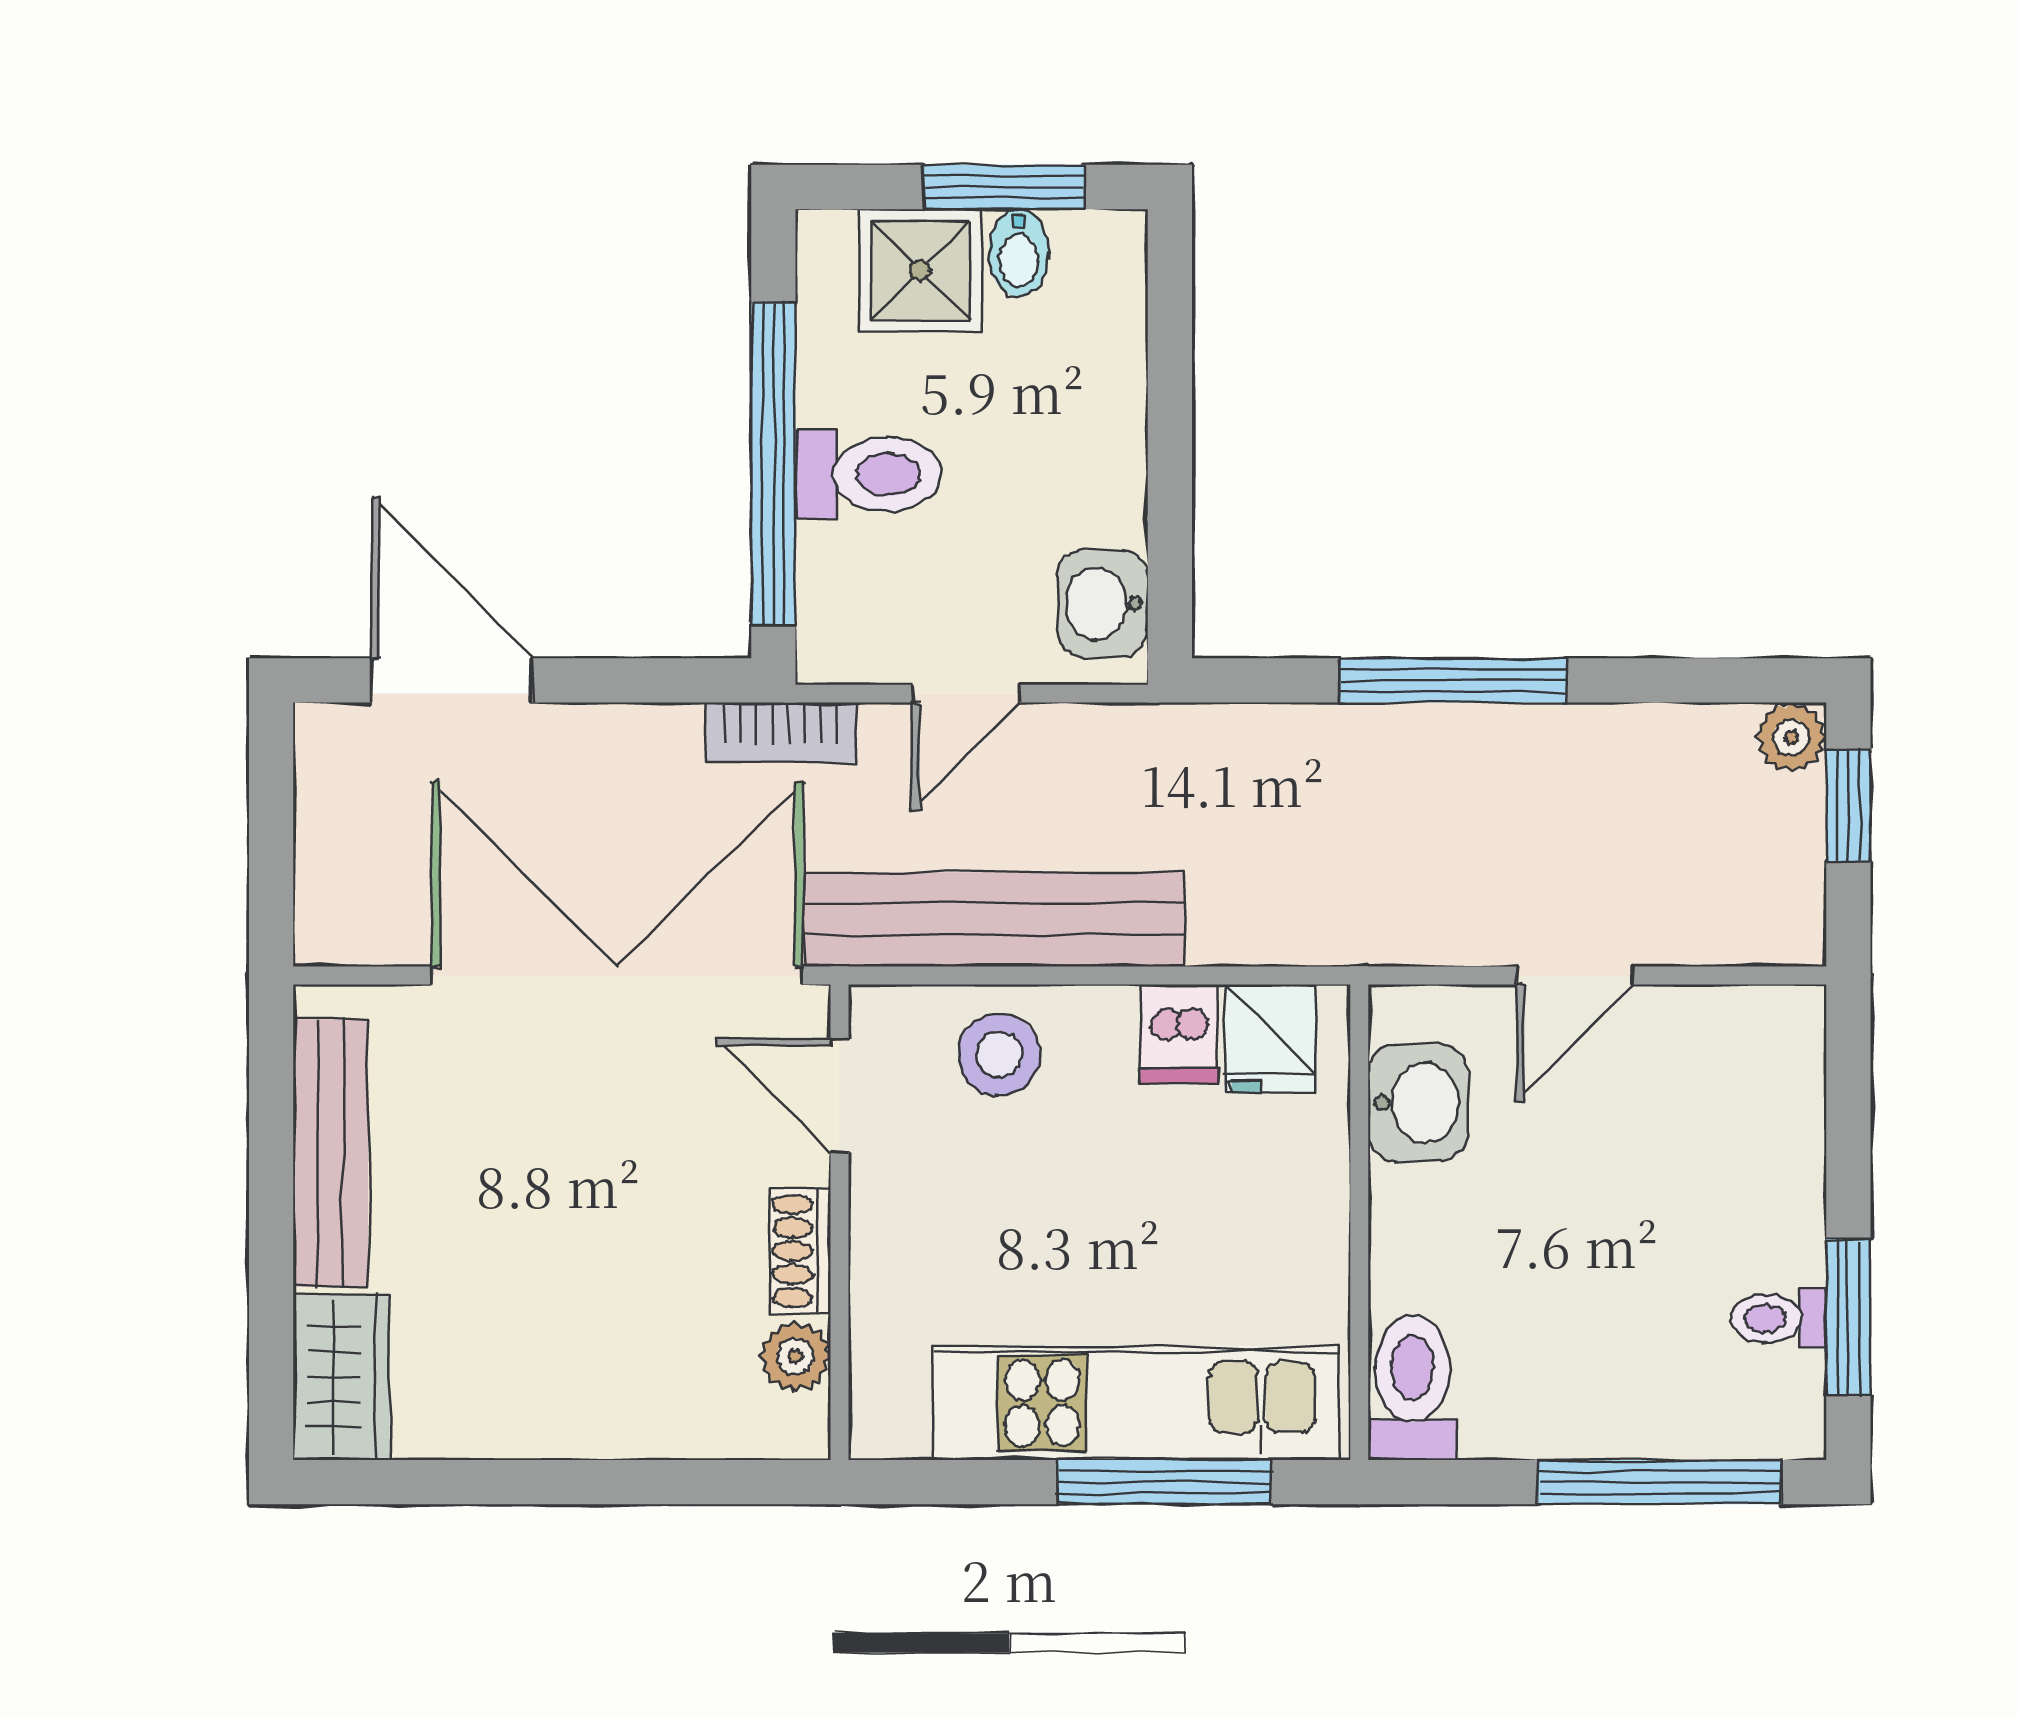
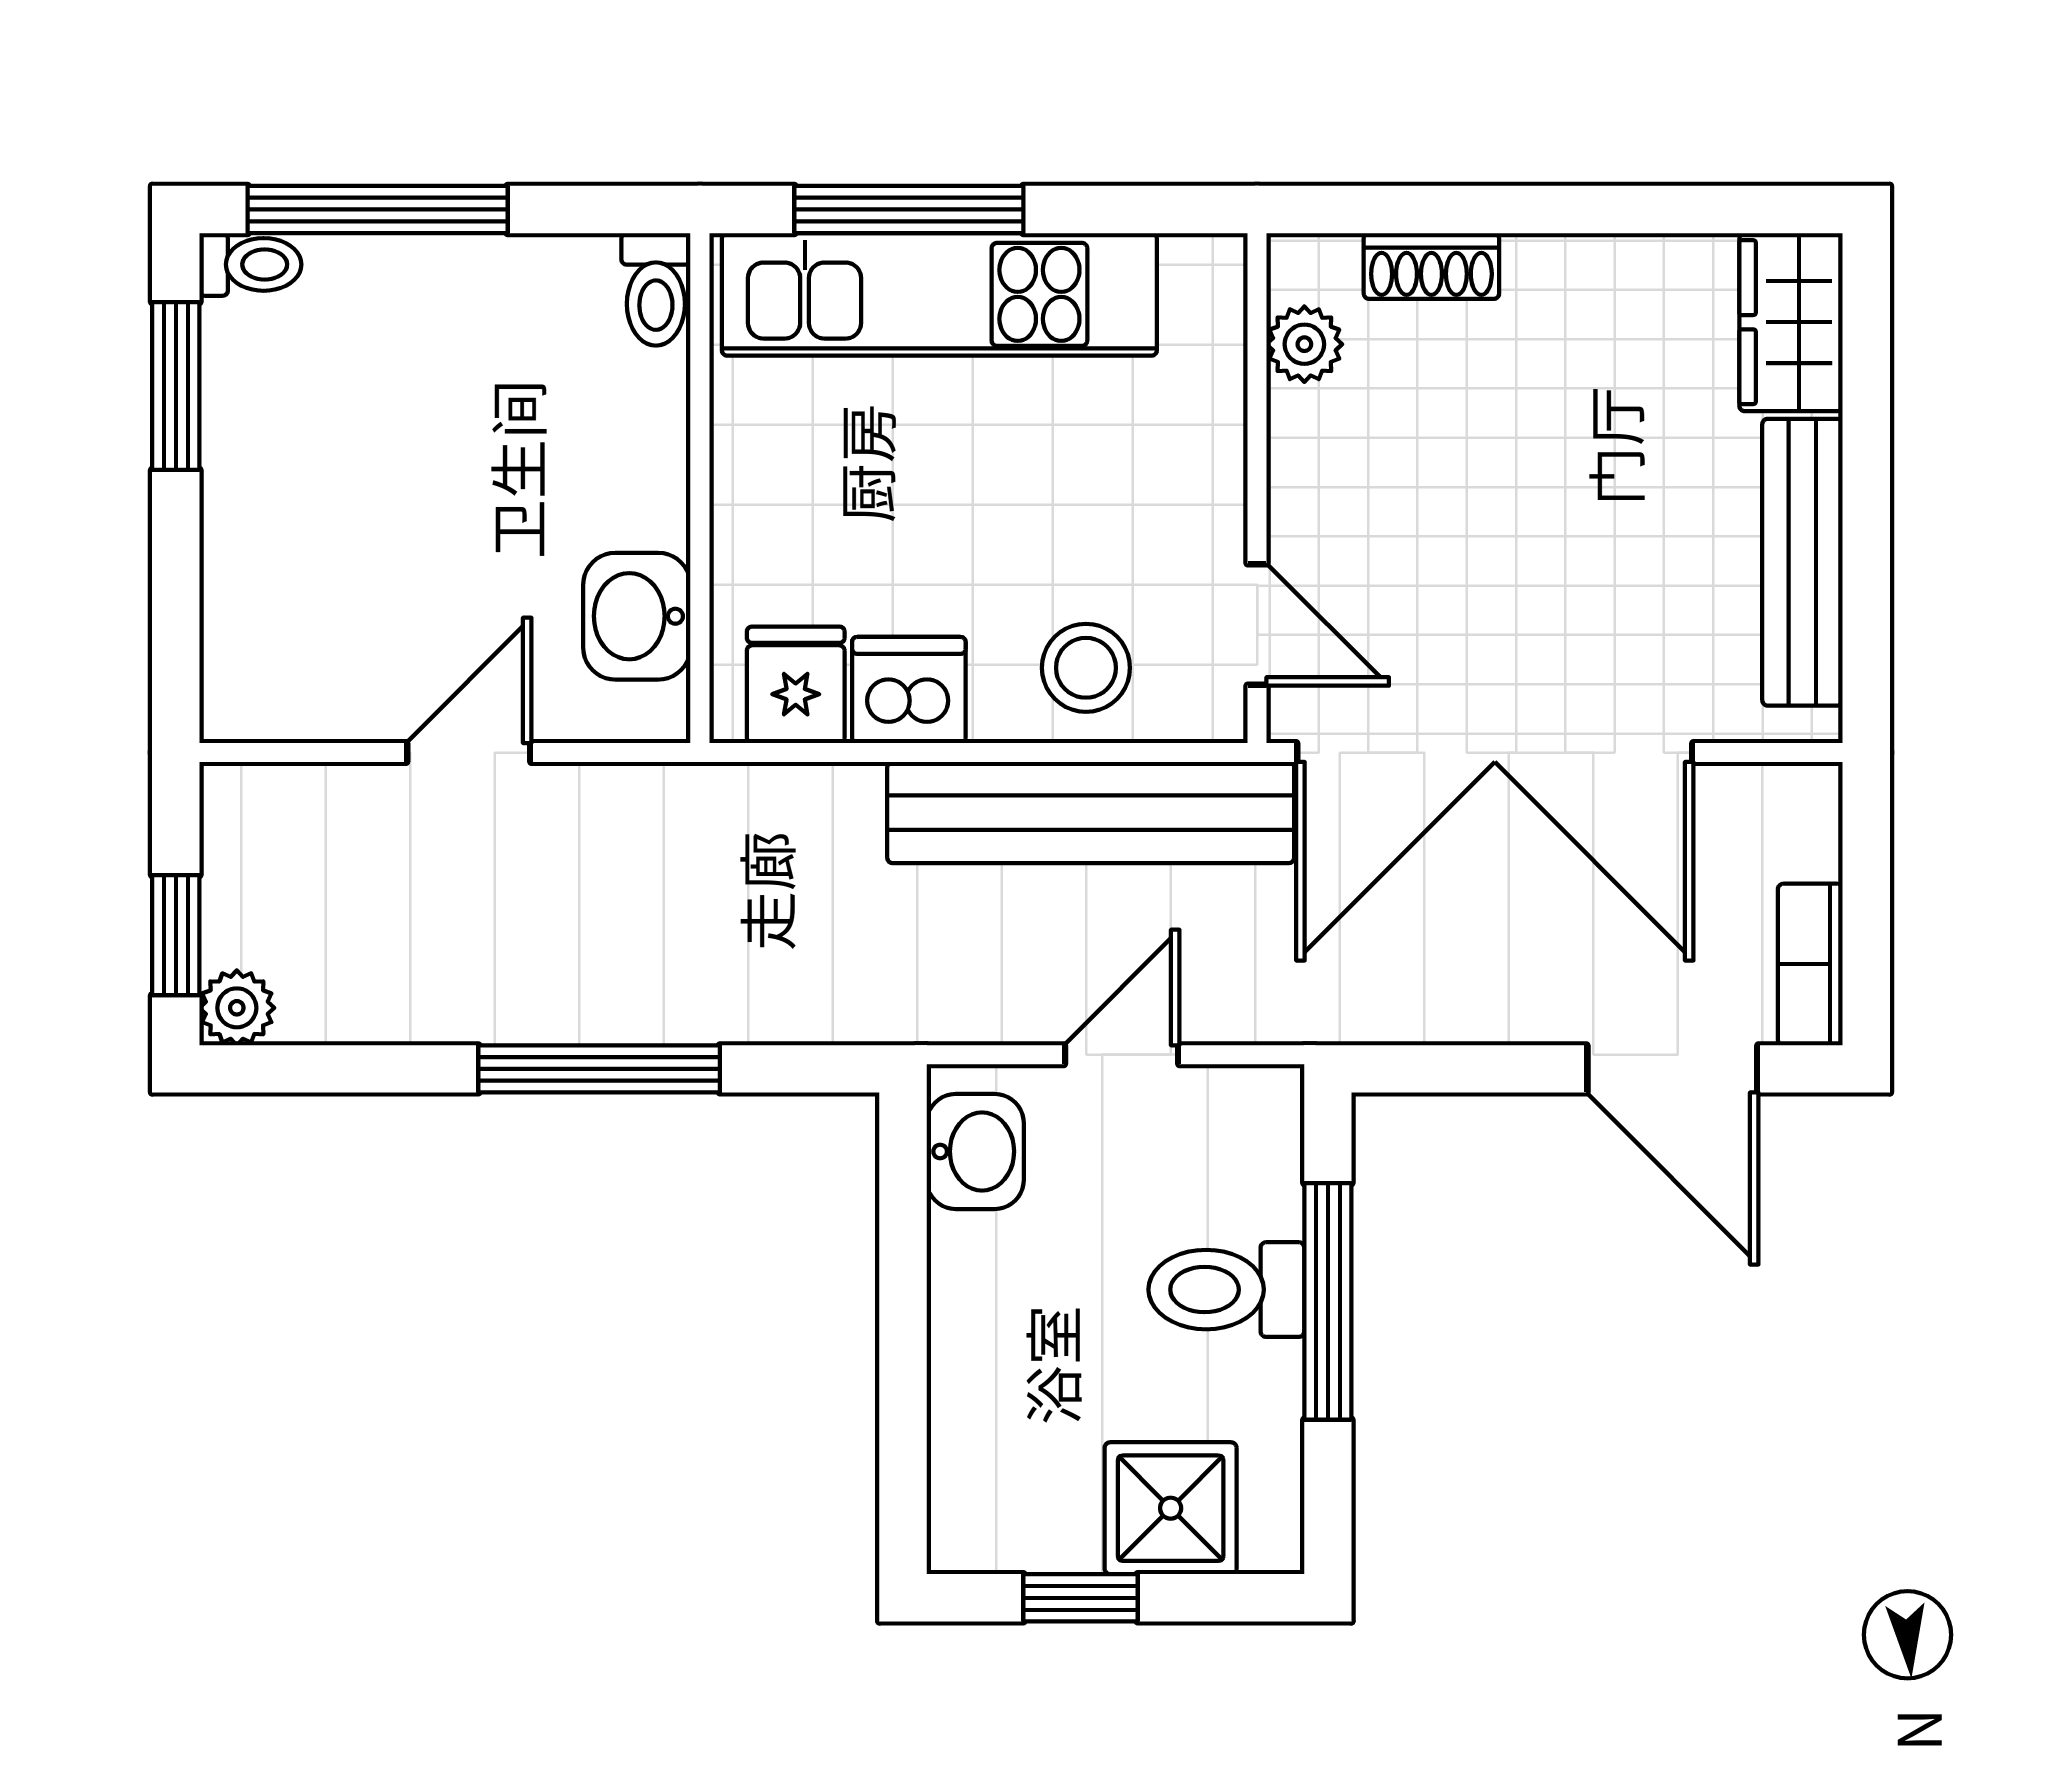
window: (1004, 187) -> (1081, 1598), width x0.67
bidet: (1019, 253) -> (1065, 1527), removed
window: (773, 463) -> (1328, 1301), width x0.68
bookcase: (781, 733) -> (1810, 964), moved, turned -90
dishwasher: (1179, 1034) -> (909, 690), width x1.38
shoe rack: (800, 1251) -> (1431, 266), moved, turned 90
toilet: (1779, 1318) -> (250, 264), moved
toilet: (1412, 1387) -> (656, 289), width x0.73, depth x0.72

